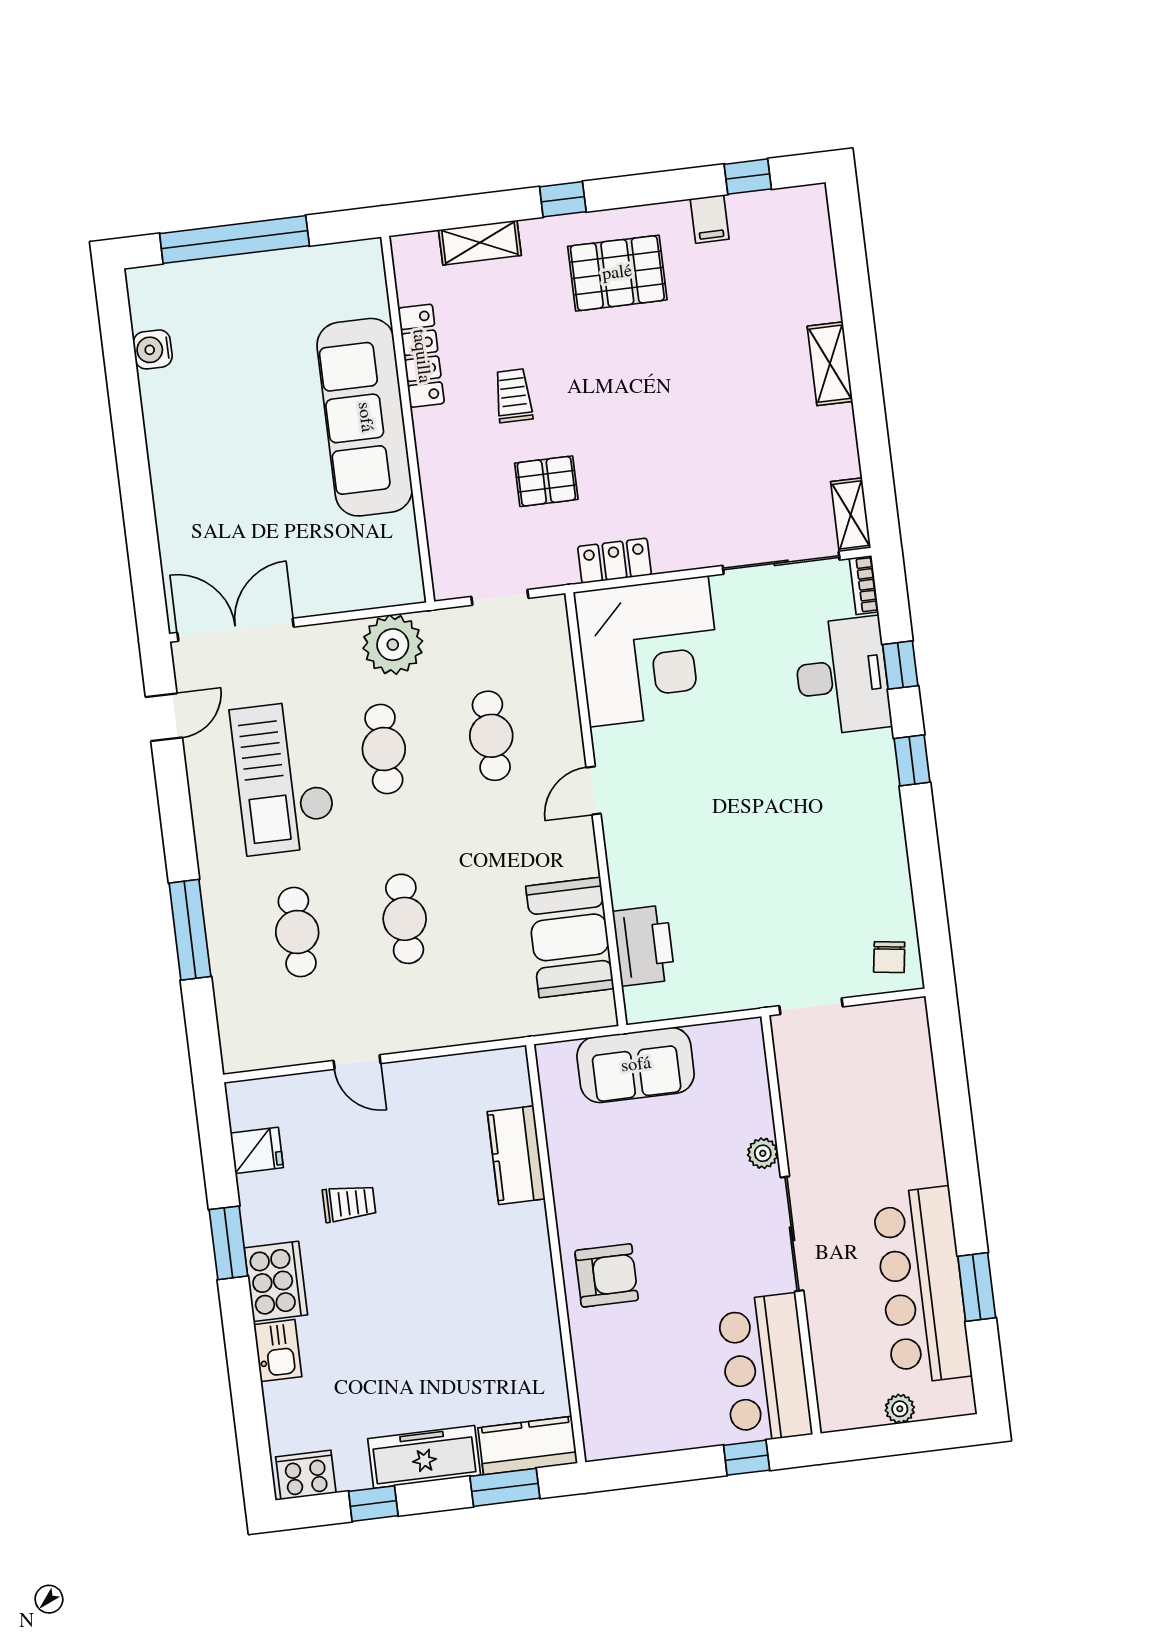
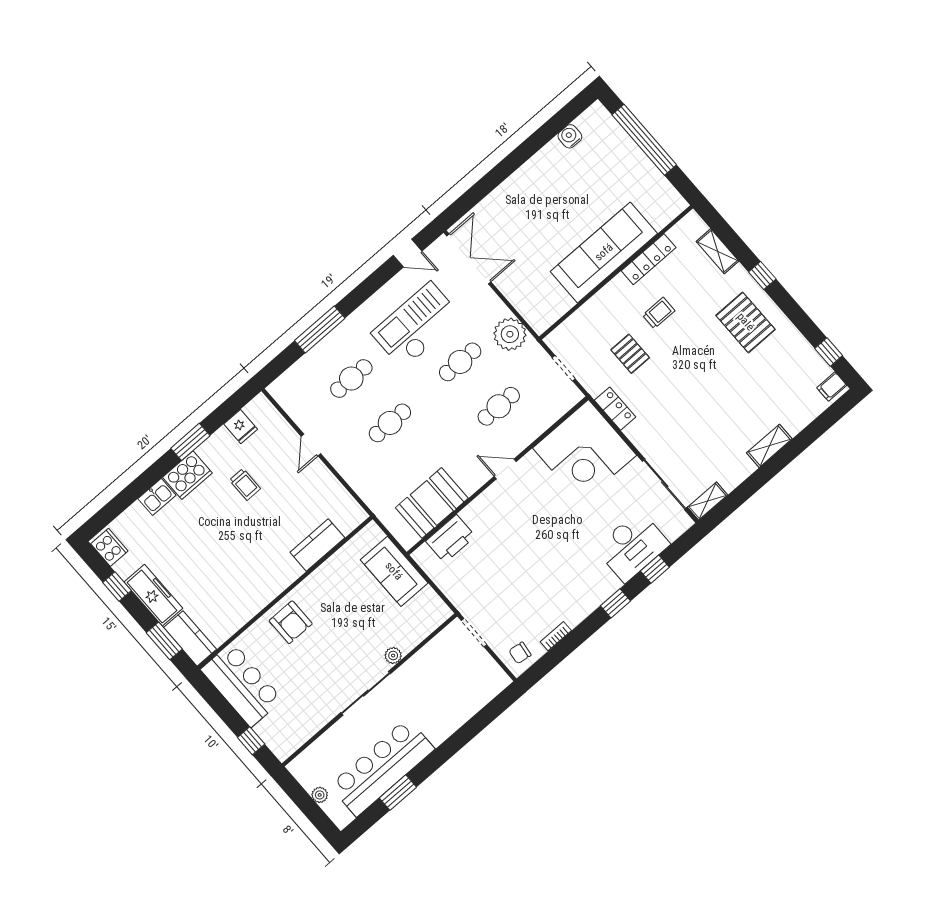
filing cabinet: (710, 219) -> (832, 387), moved
bookcase: (864, 585) -> (556, 636), moved
bar counter: (765, 1368) -> (242, 685), moved, turned 90

